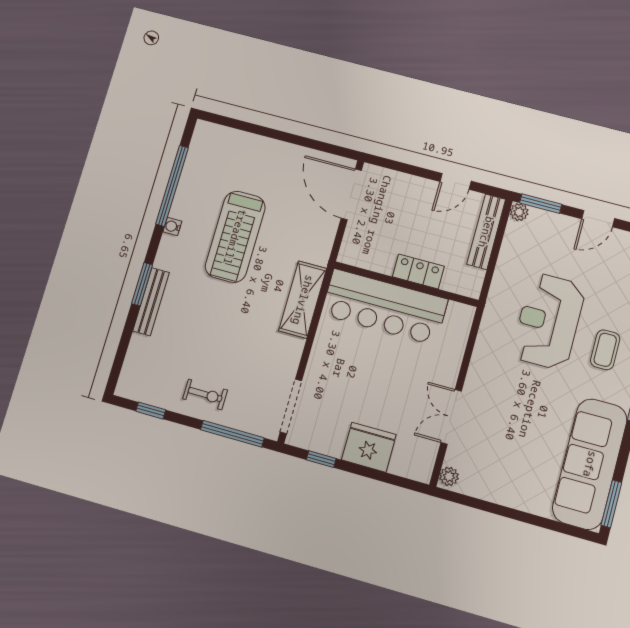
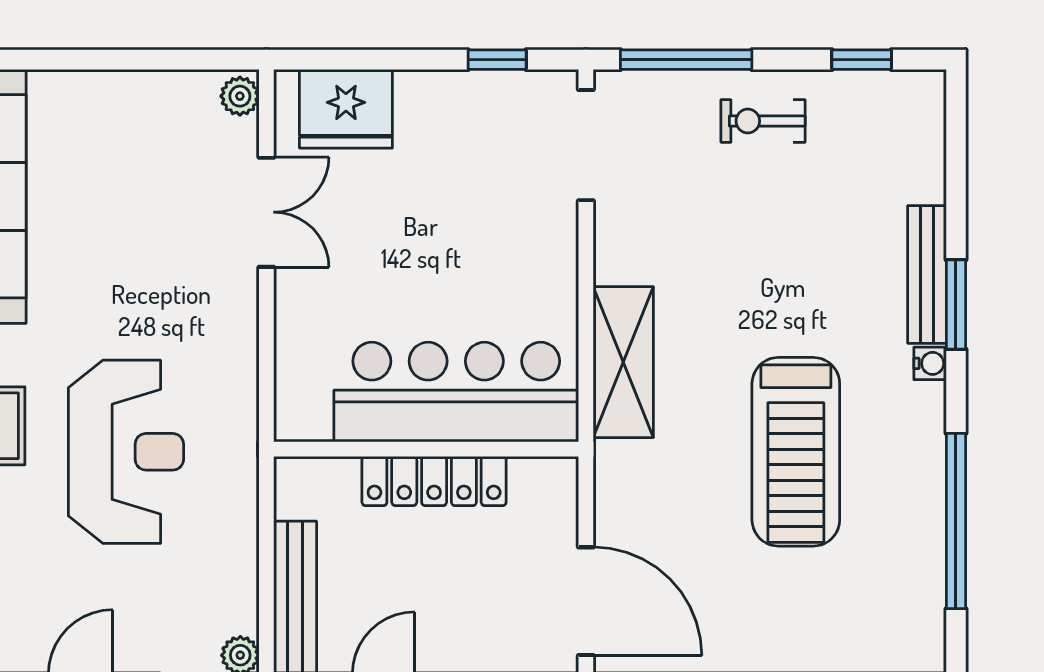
water cooler: (172, 226) -> (930, 363), moved
treadmill: (235, 237) -> (796, 452), turned 180
locker: (418, 271) -> (434, 481), width x1.53
fridge: (369, 447) -> (346, 109), moved

